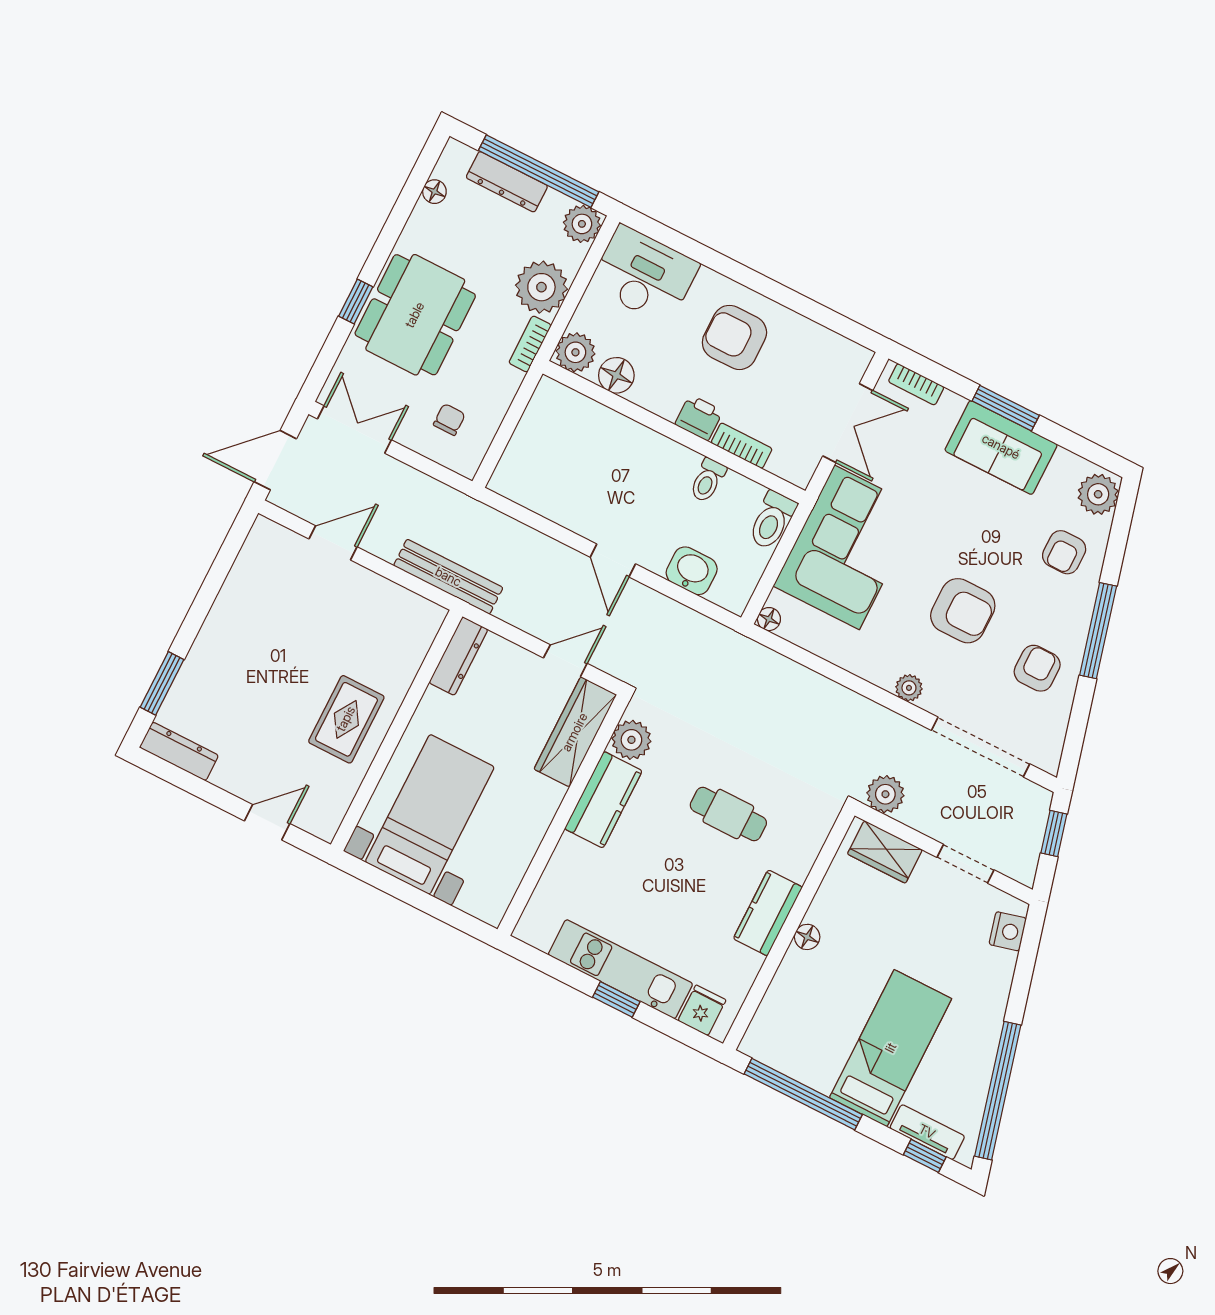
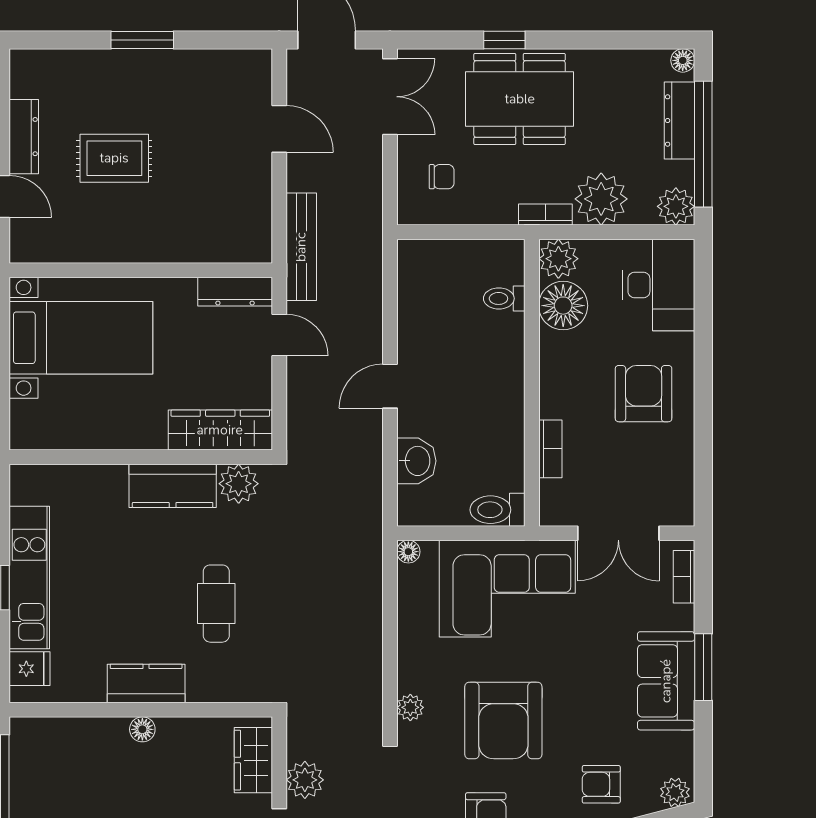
floor lamp: (434, 192) -> (683, 60), moved
floor lamp: (616, 375) -> (563, 306), width x1.38, depth x1.38
printer: (699, 418) -> (556, 398), removed
toilet: (708, 480) -> (504, 298), moved
plant: (1098, 494) -> (675, 792), width x0.73, depth x0.73
armchair: (963, 611) -> (503, 720), width x1.36, depth x1.36
door: (565, 661) -> (279, 335), moved
window: (162, 683) -> (142, 40), moved
rug: (346, 719) -> (114, 158), moved
dresser: (179, 751) -> (24, 137), moved
plant: (885, 794) -> (305, 780), moved

